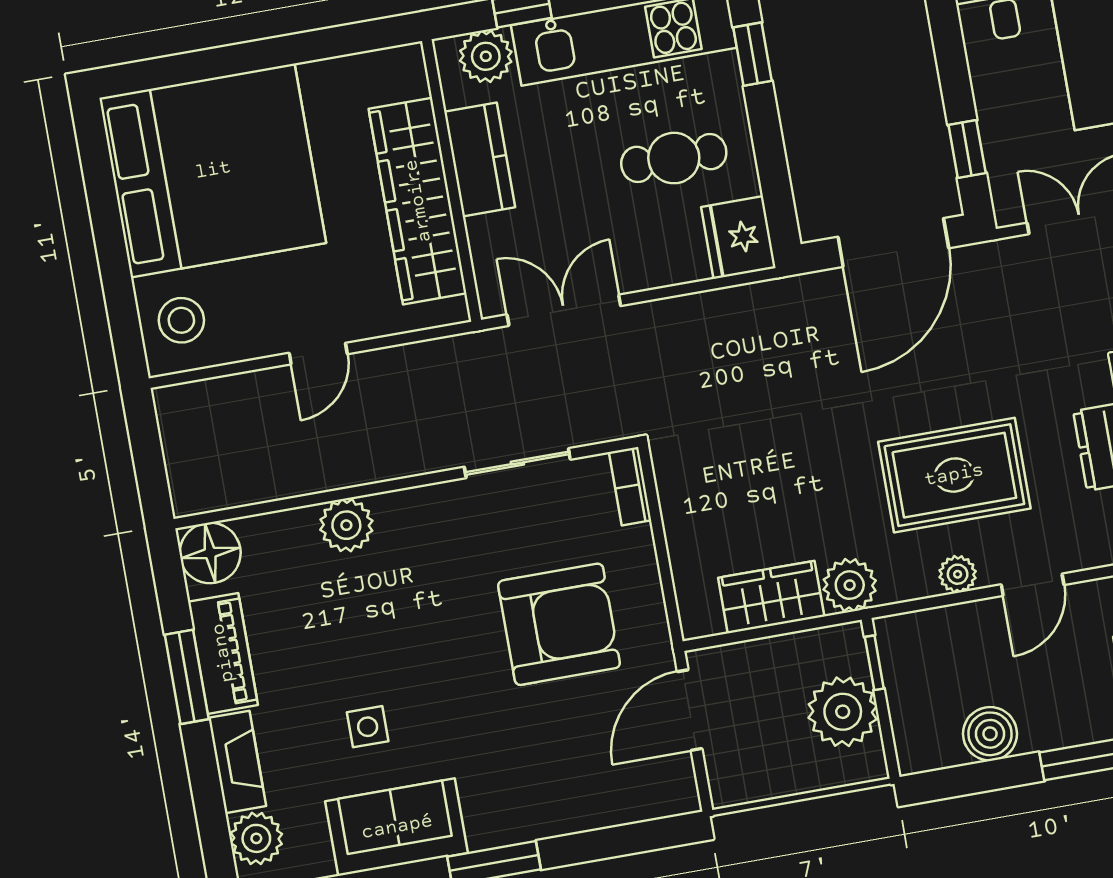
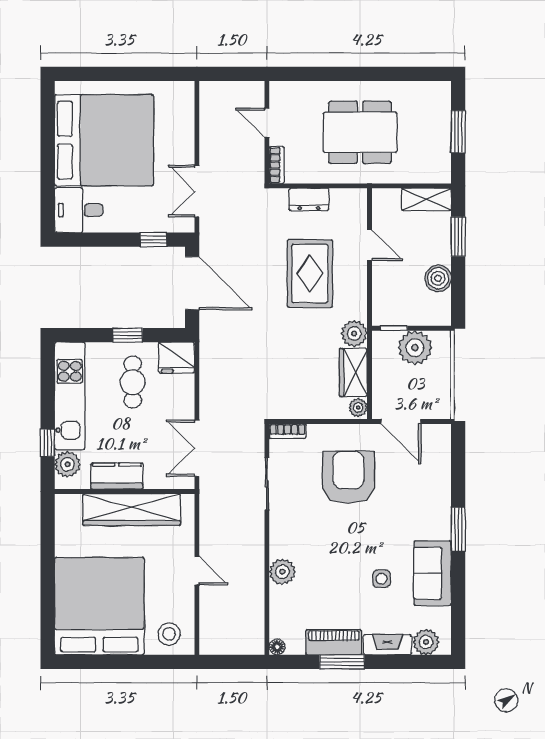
window: (753, 54) -> (128, 335), moved
floor lamp: (210, 553) -> (277, 647), width x0.53, depth x0.53
plant: (958, 574) -> (358, 407), moved

